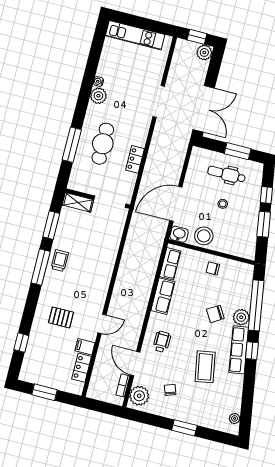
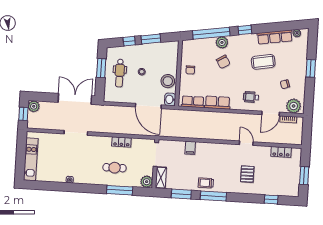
plant: (98, 96) -> (147, 182), moved
cafe table: (103, 144) -> (115, 168), width x0.73, depth x0.74
filing cabinet: (85, 347) -> (190, 148), moved
row of seats: (239, 350) -> (275, 37), moved

